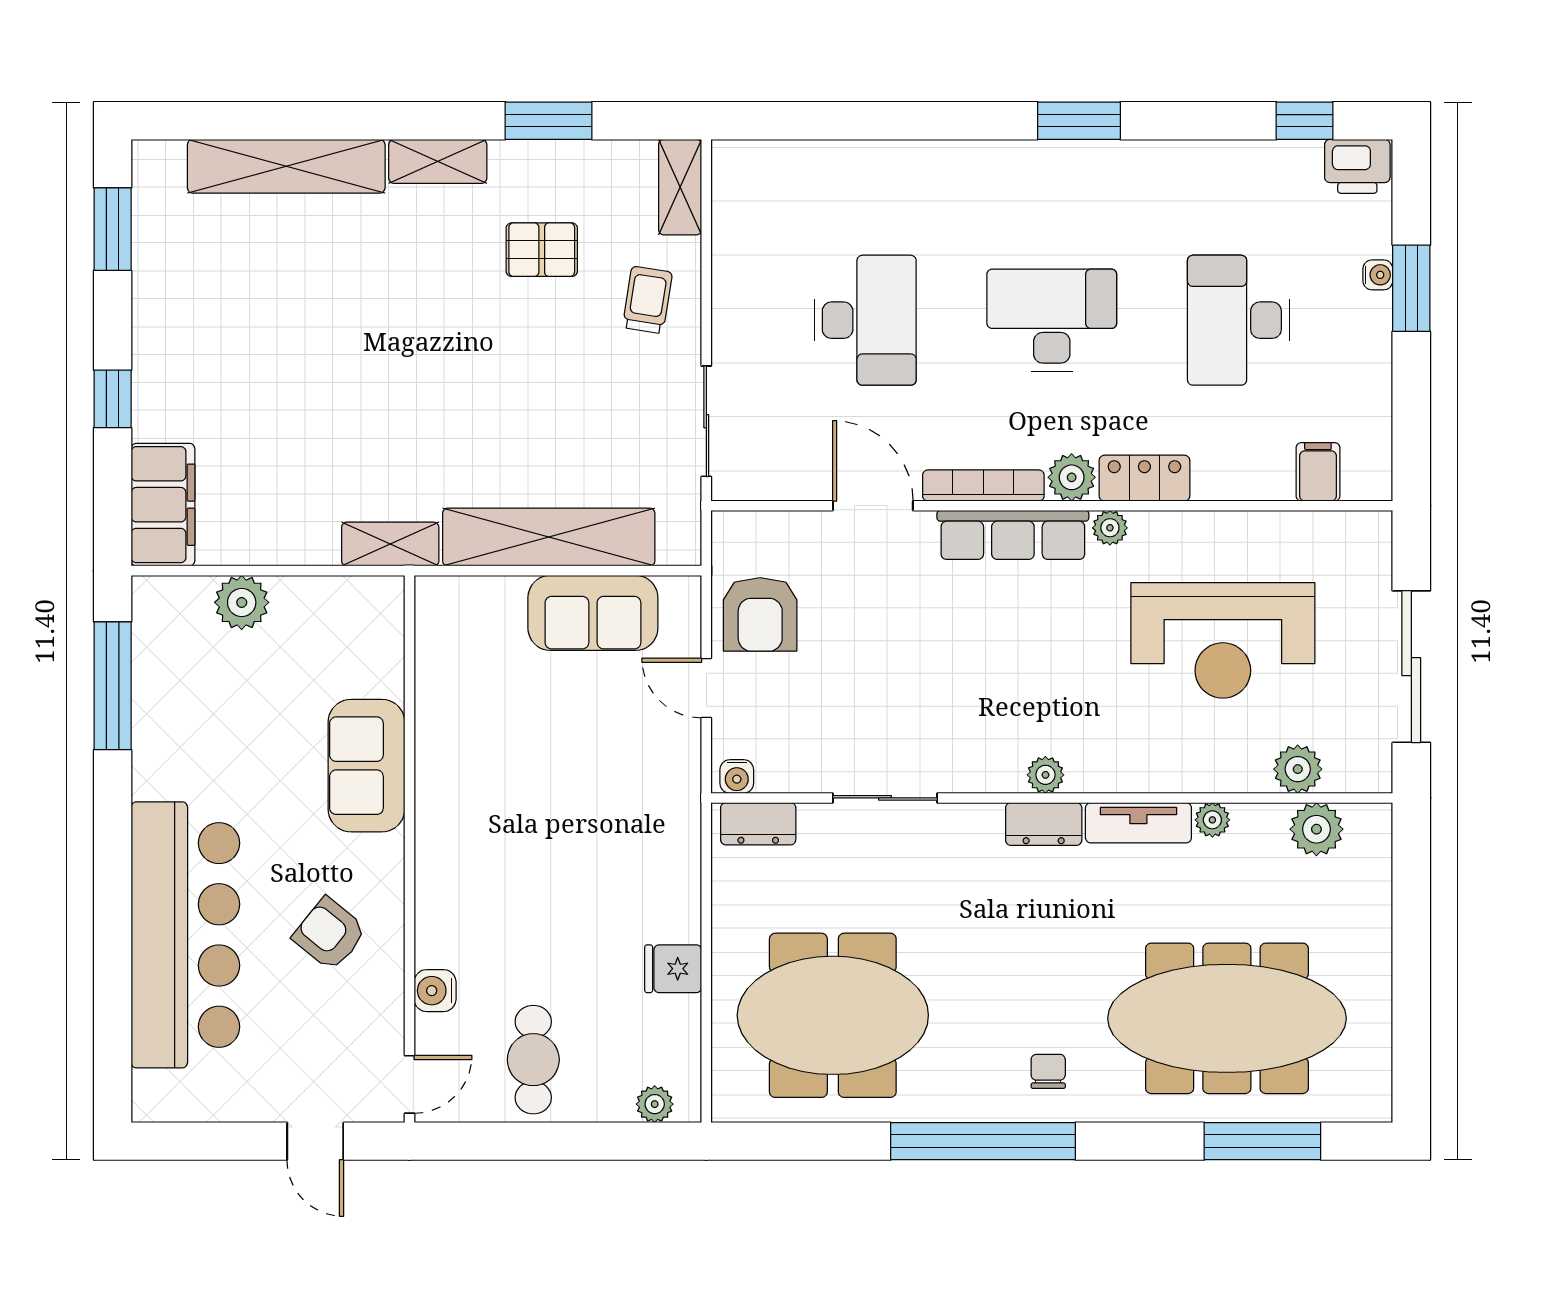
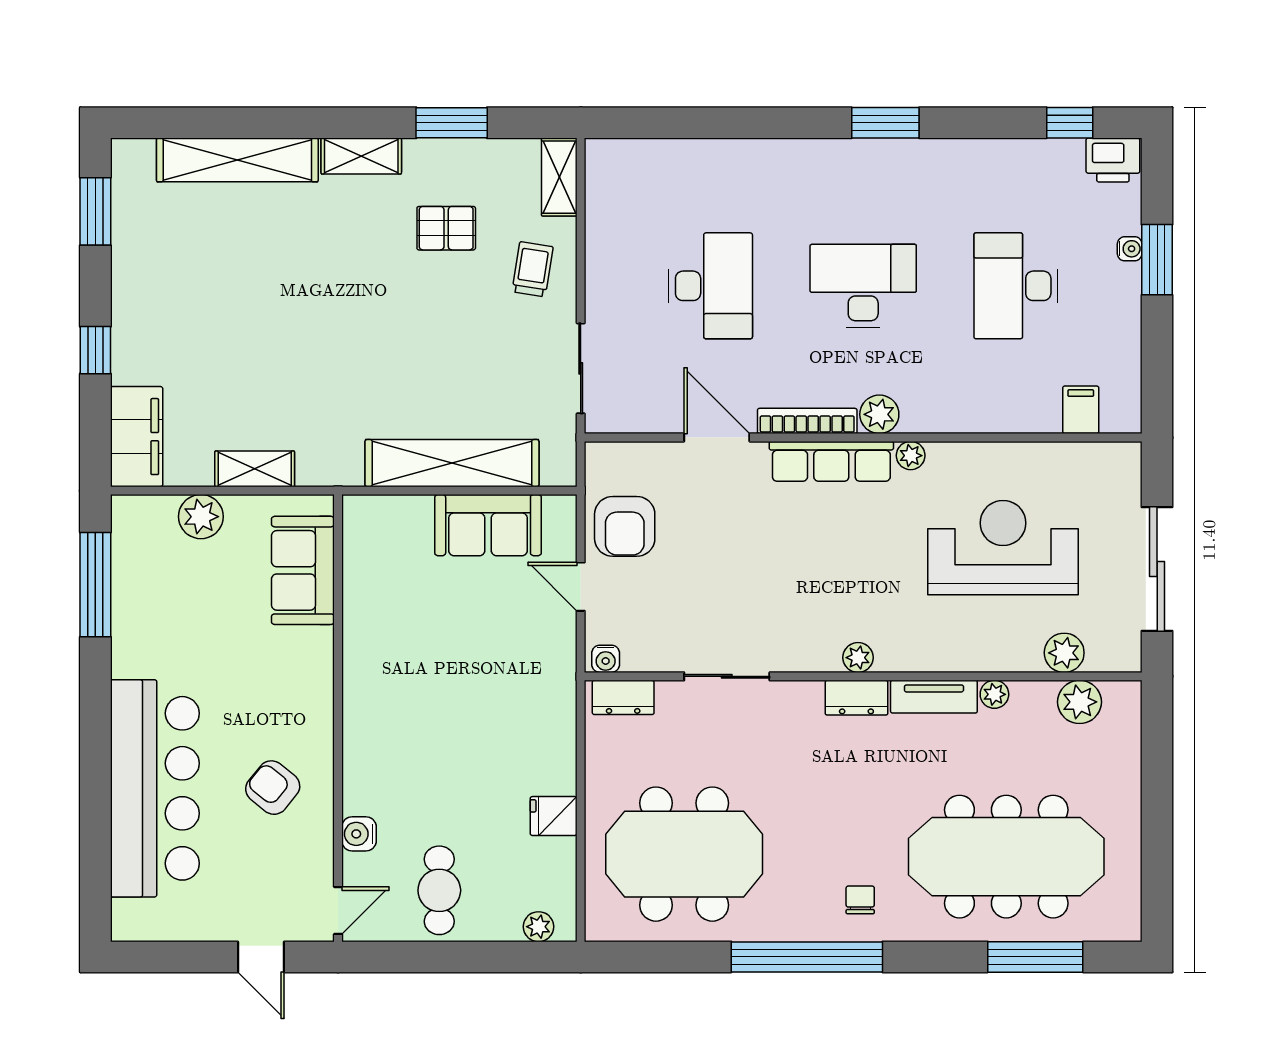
locker: (1144, 478) -> (939, 415), removed
shelving: (390, 544) -> (255, 469), moved
reception desk: (1223, 640) -> (1003, 548), turned 180
sofa: (366, 766) -> (303, 570), moved

